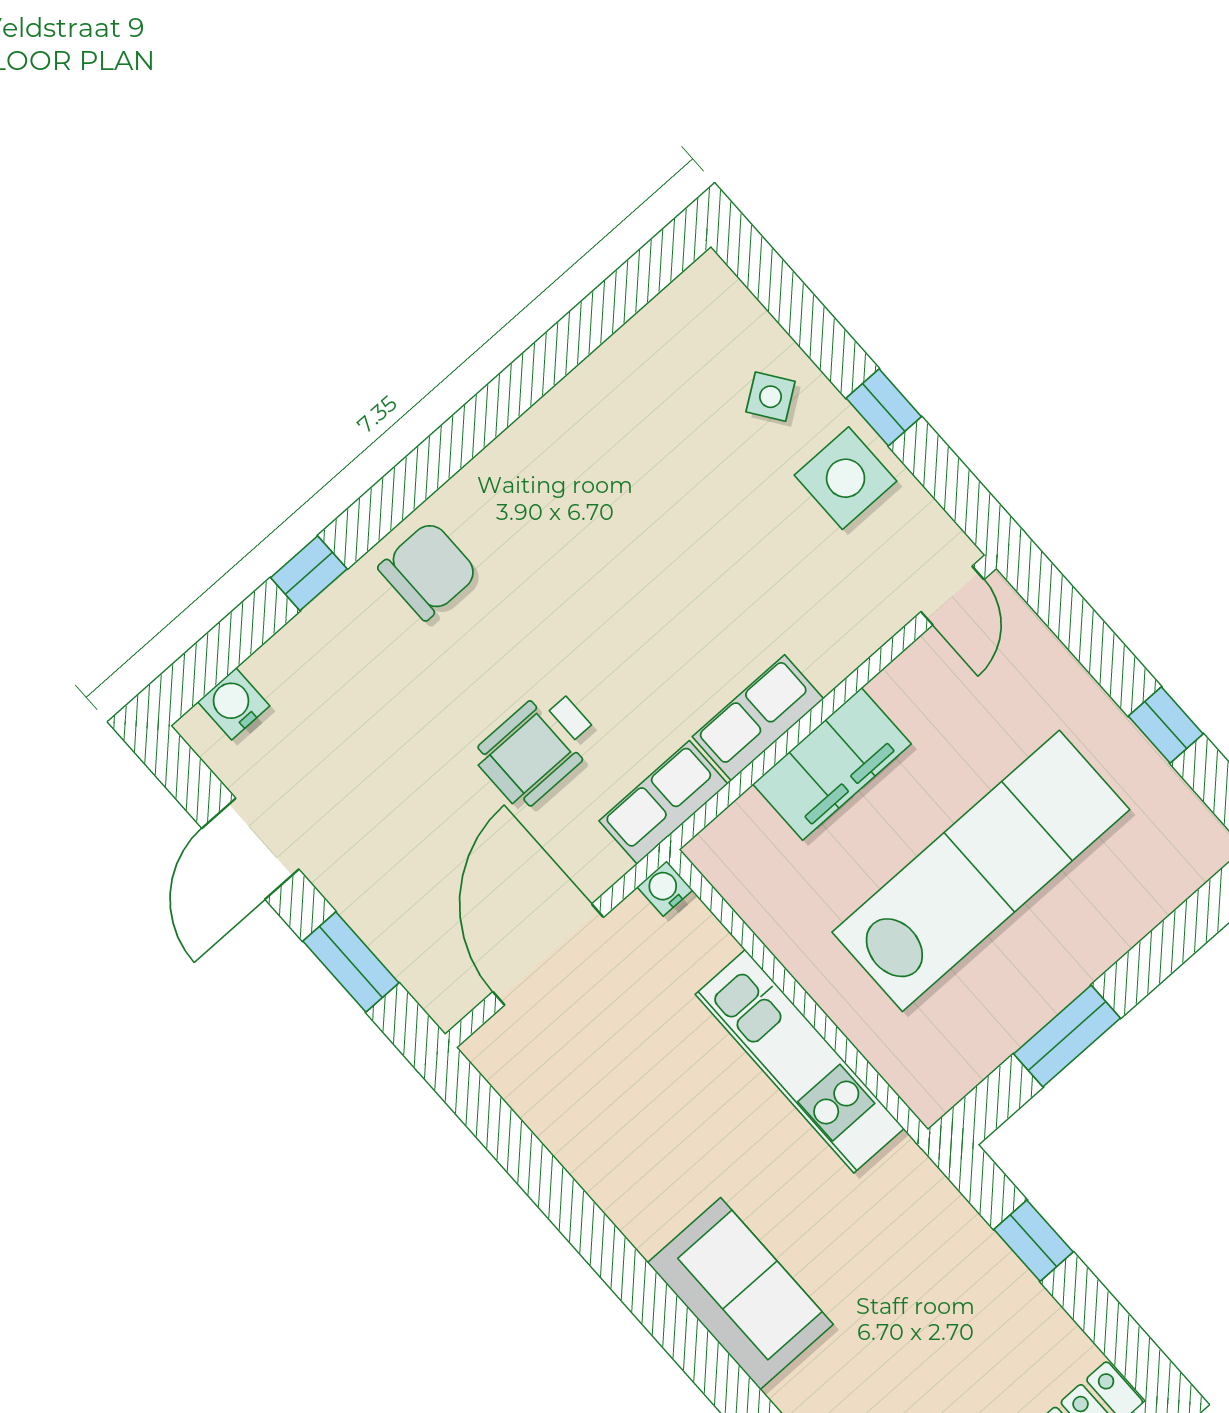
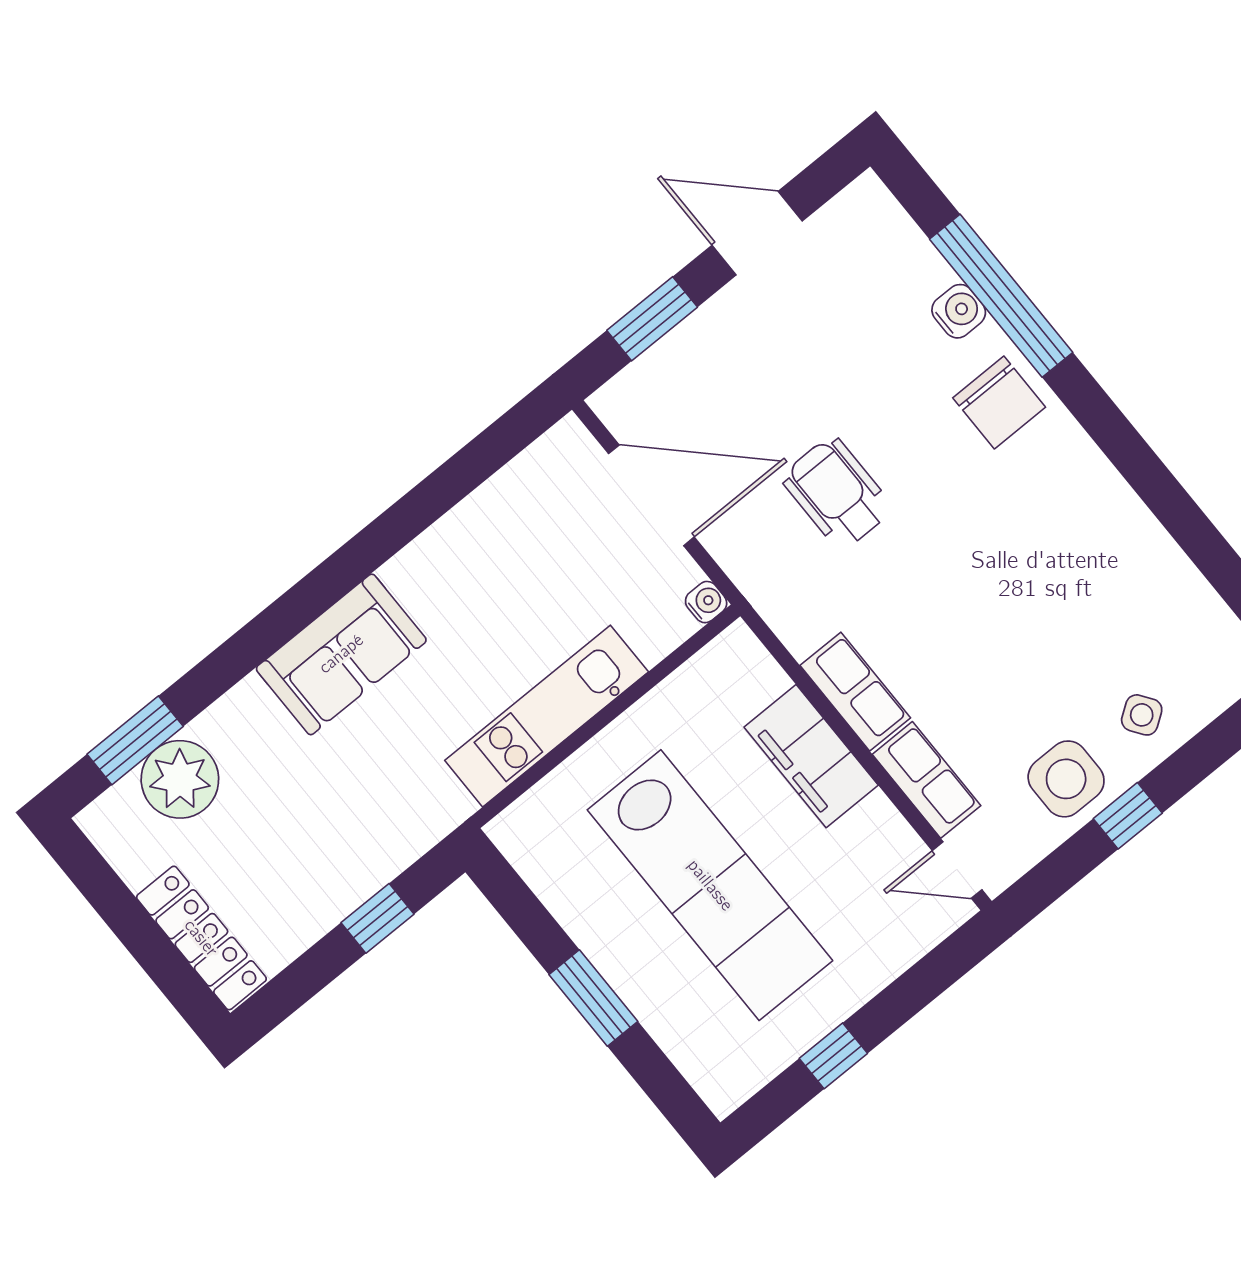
window: (309, 573) -> (1001, 296), width x3.17
water cooler: (234, 704) -> (959, 311), moved
row of seats: (663, 802) -> (927, 780), moved
window: (1067, 1036) -> (593, 998), moved

